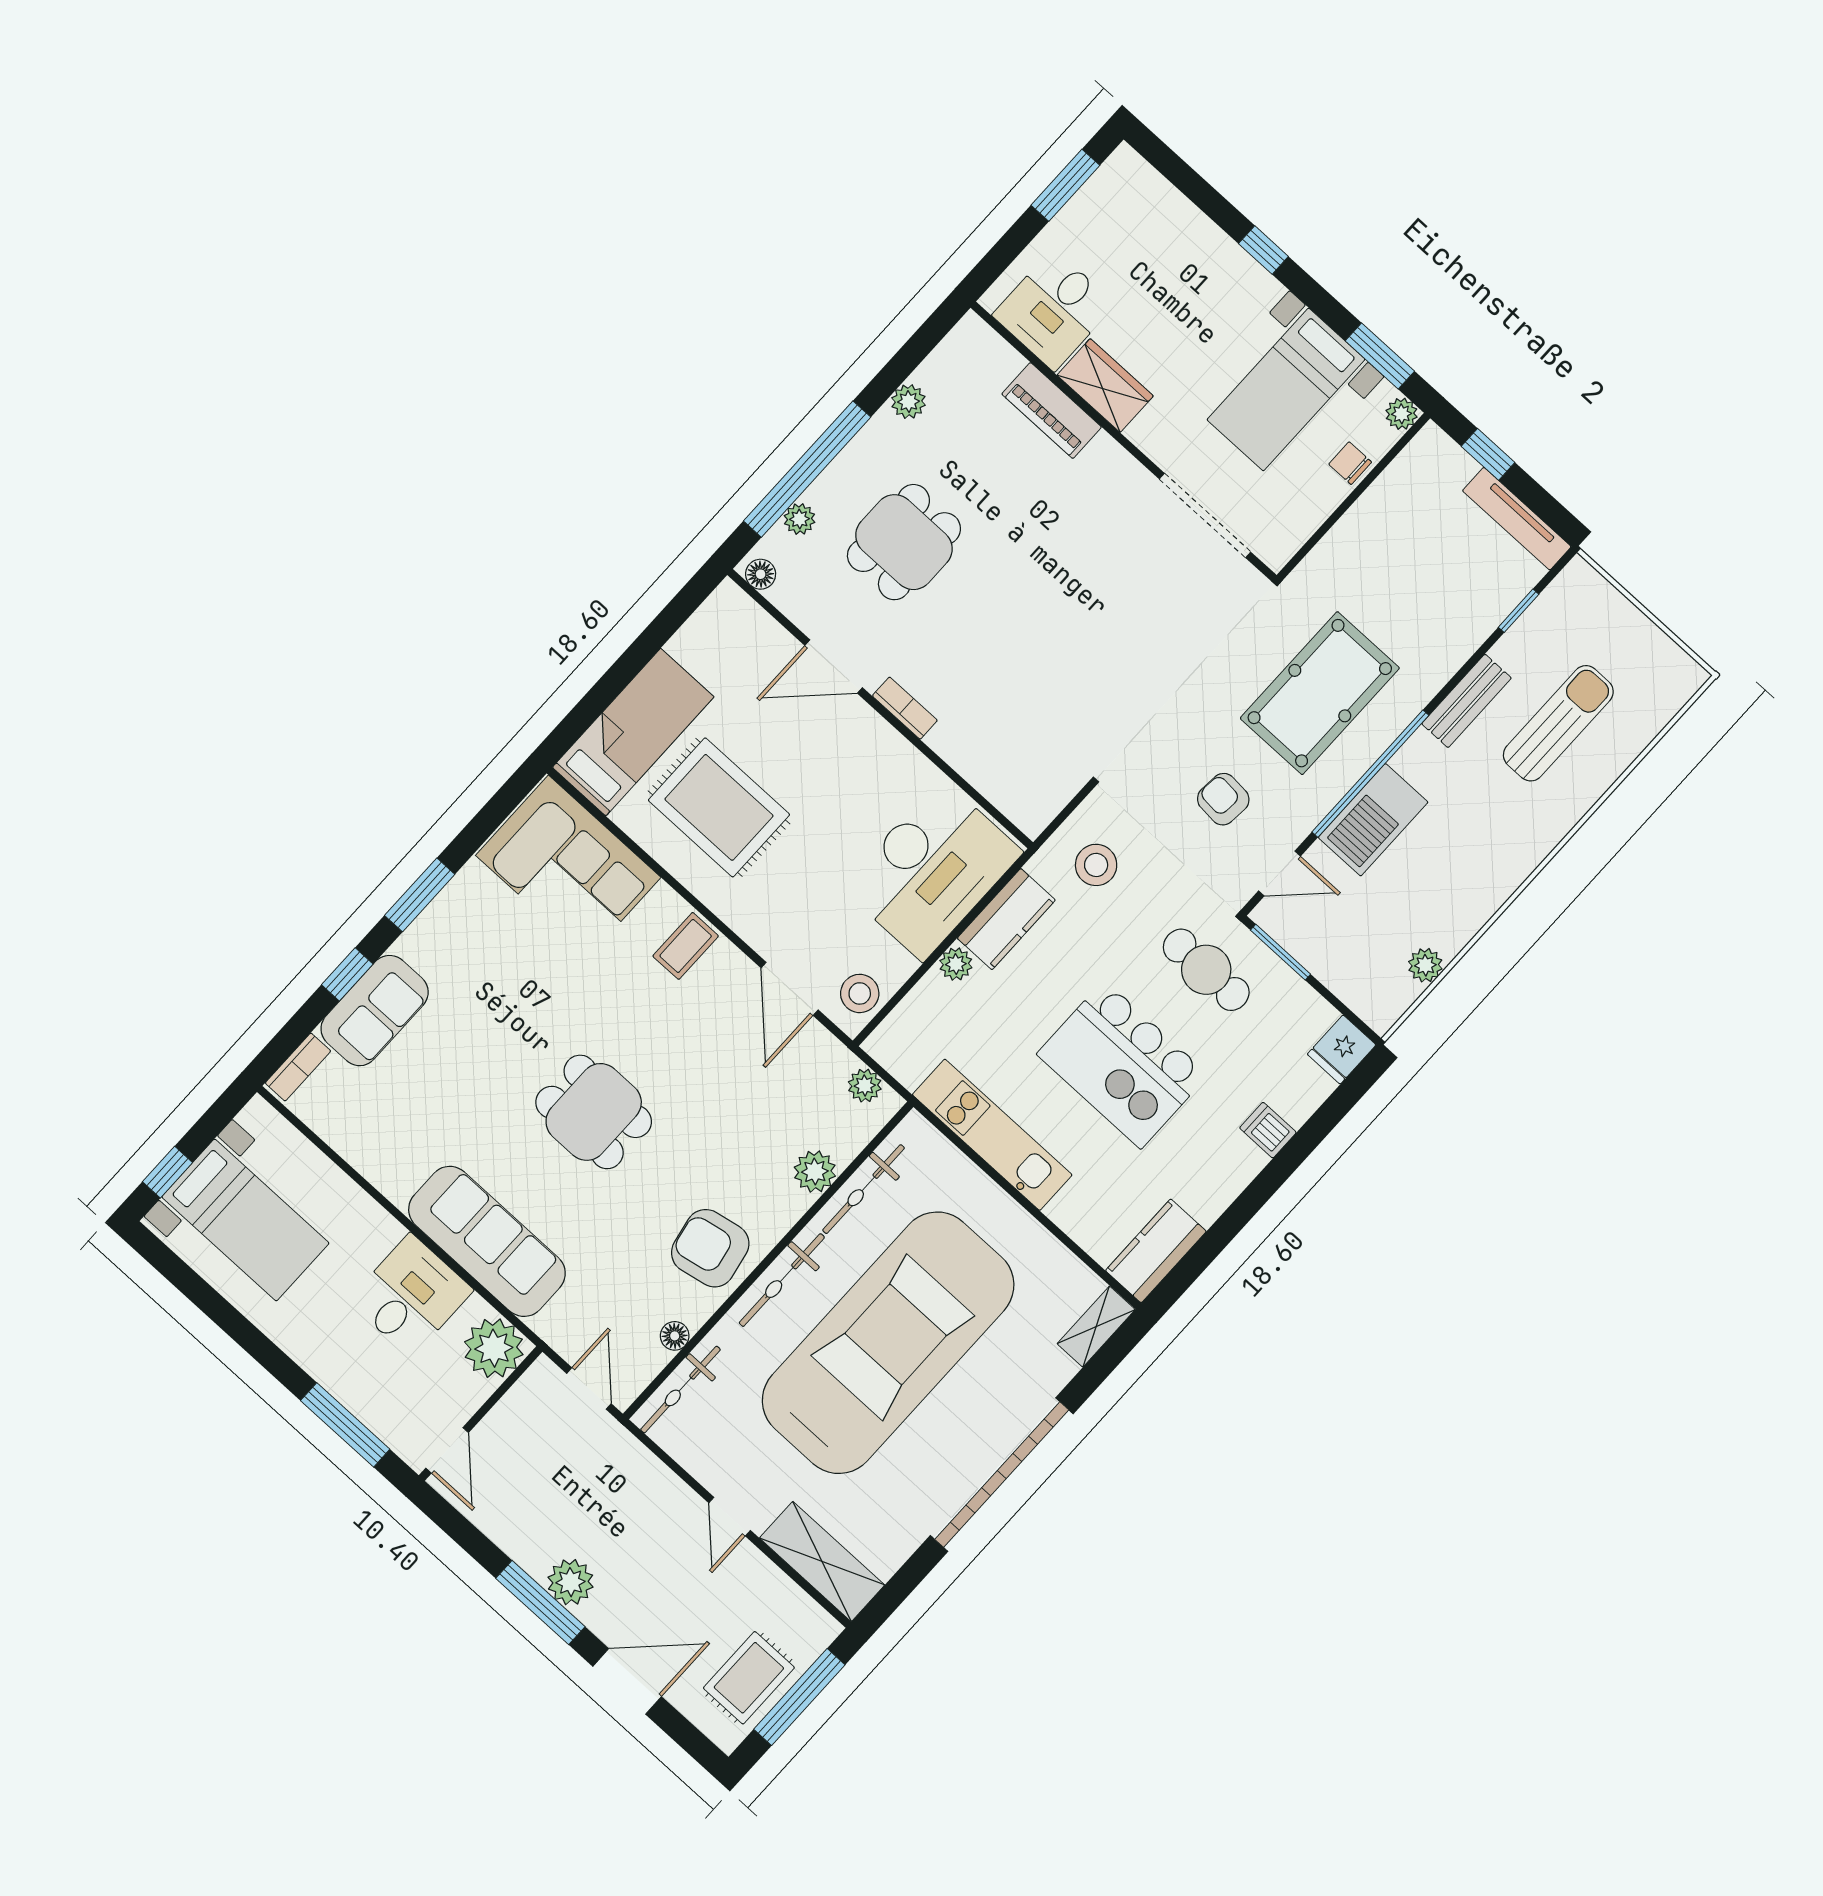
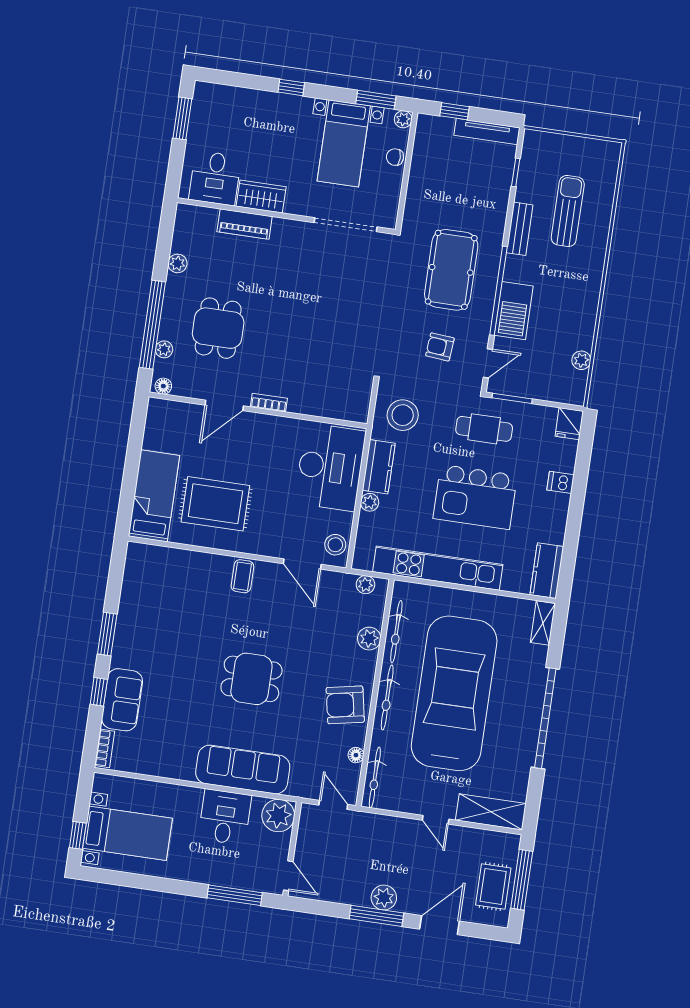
stool: (1096, 865) -> (403, 415), width x1.38, depth x1.38
corner sofa: (568, 866) -> (165, 576), removed
kitchen unit: (992, 1135) -> (438, 568), width x1.36

